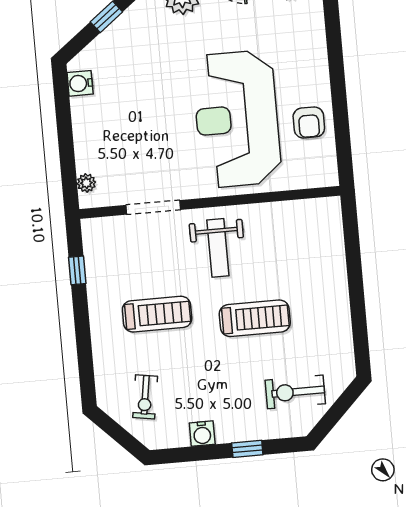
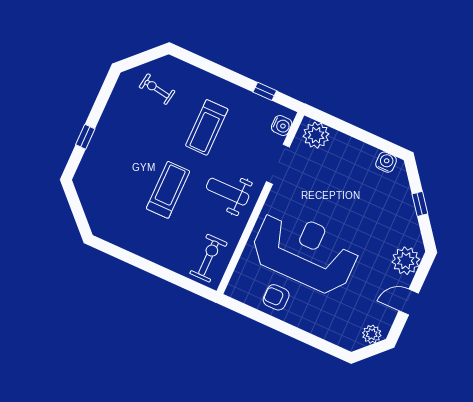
plant: (86, 183) -> (316, 135), width x1.87, depth x1.87
treadmill: (255, 318) -> (168, 190), turned 180
exercise bike: (295, 392) -> (208, 258), moved
water cooler: (202, 434) -> (282, 125), moved, turned 180

